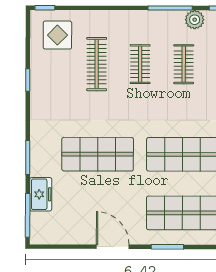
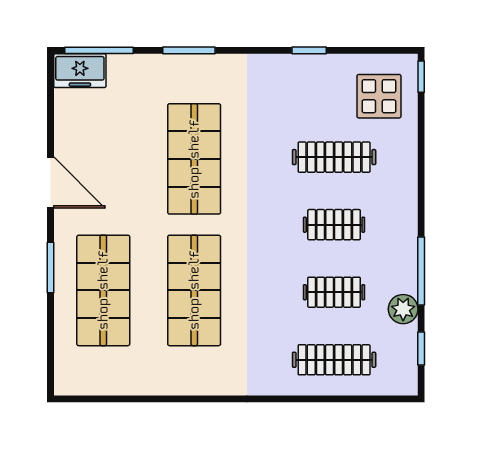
freezer: (41, 194) -> (80, 71), moved
door: (113, 247) -> (51, 182), hinge flipped

